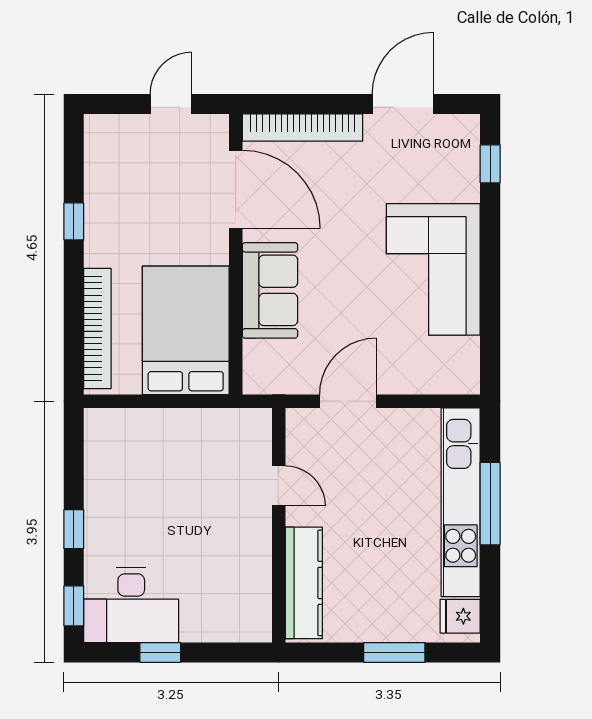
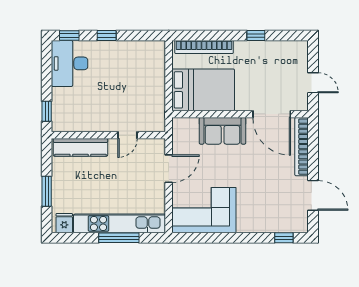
door: (236, 189) -> (272, 114), hinge flipped
corner sofa: (433, 269) -> (204, 210), moved
door: (348, 401) -> (169, 169), hinge flipped
window: (160, 652) -> (47, 111), moved

